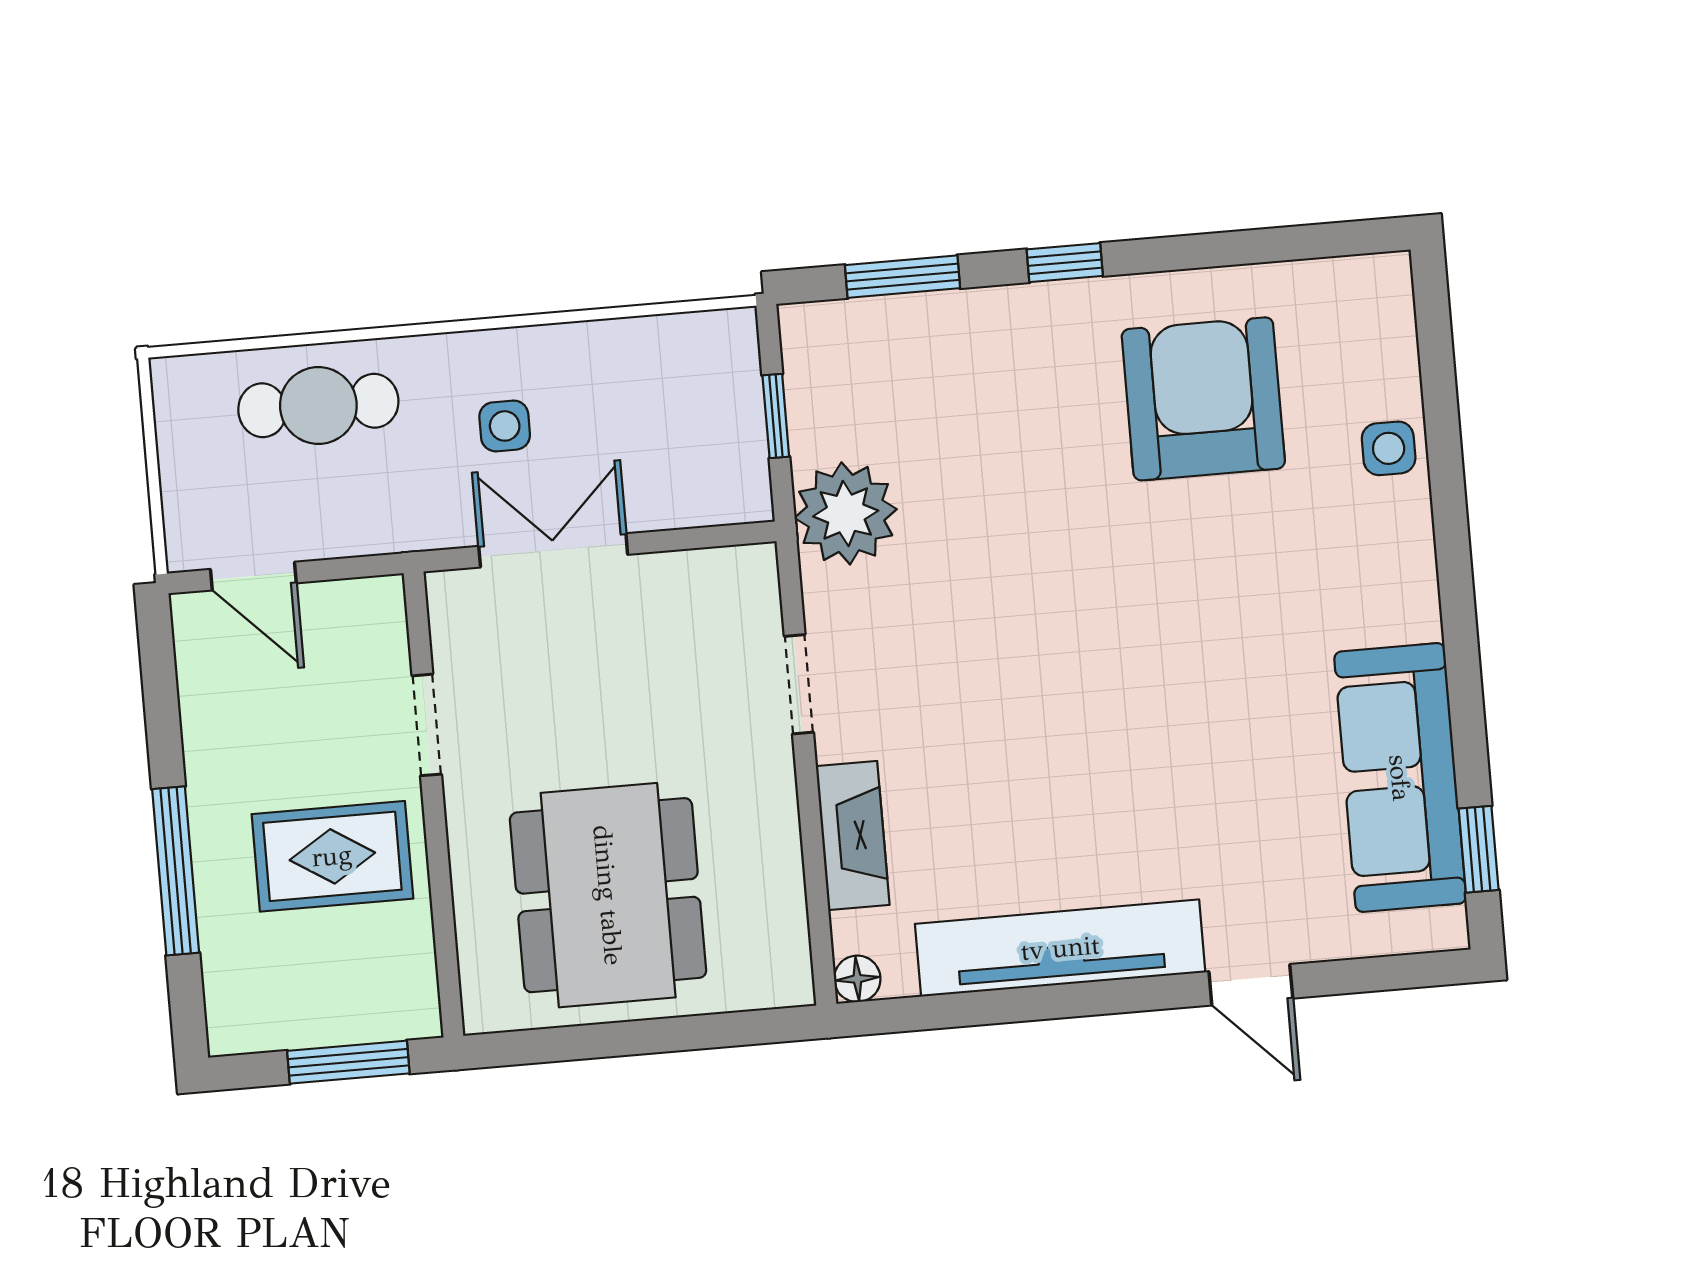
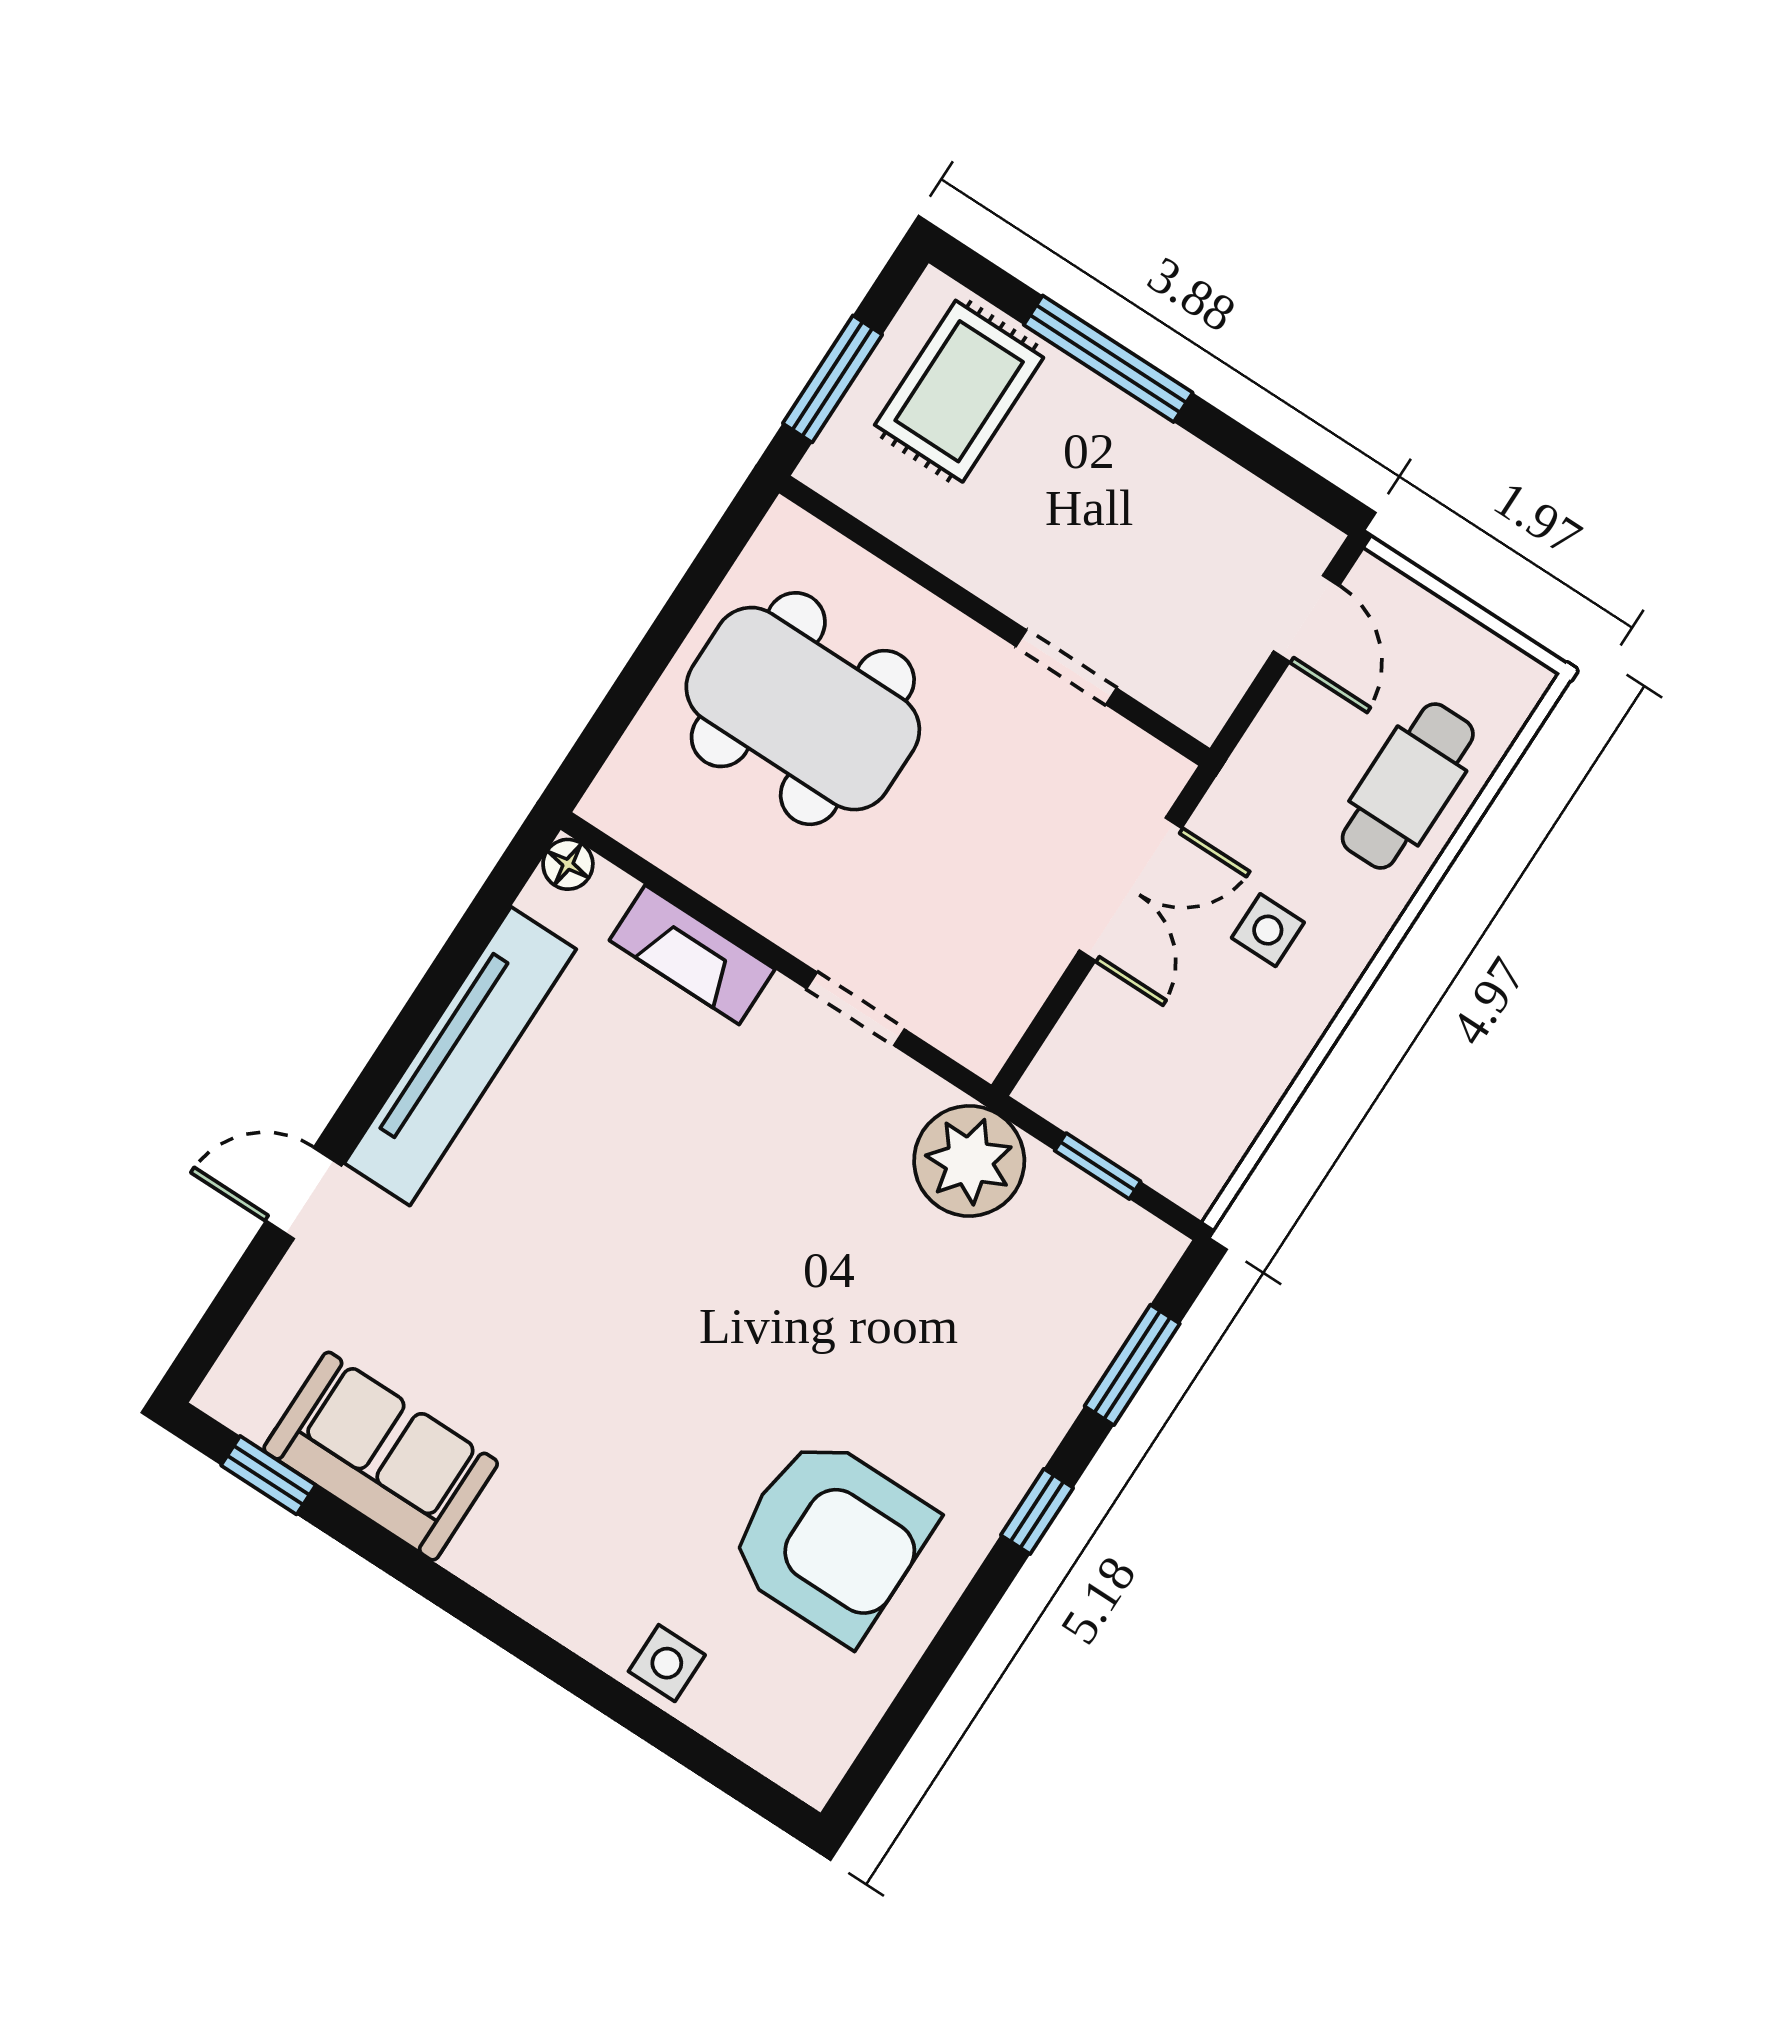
door: (253, 576) -> (1306, 619), swing flipped
sofa: (1400, 778) -> (381, 1456), width x0.73
rug: (332, 856) -> (959, 391), moved

